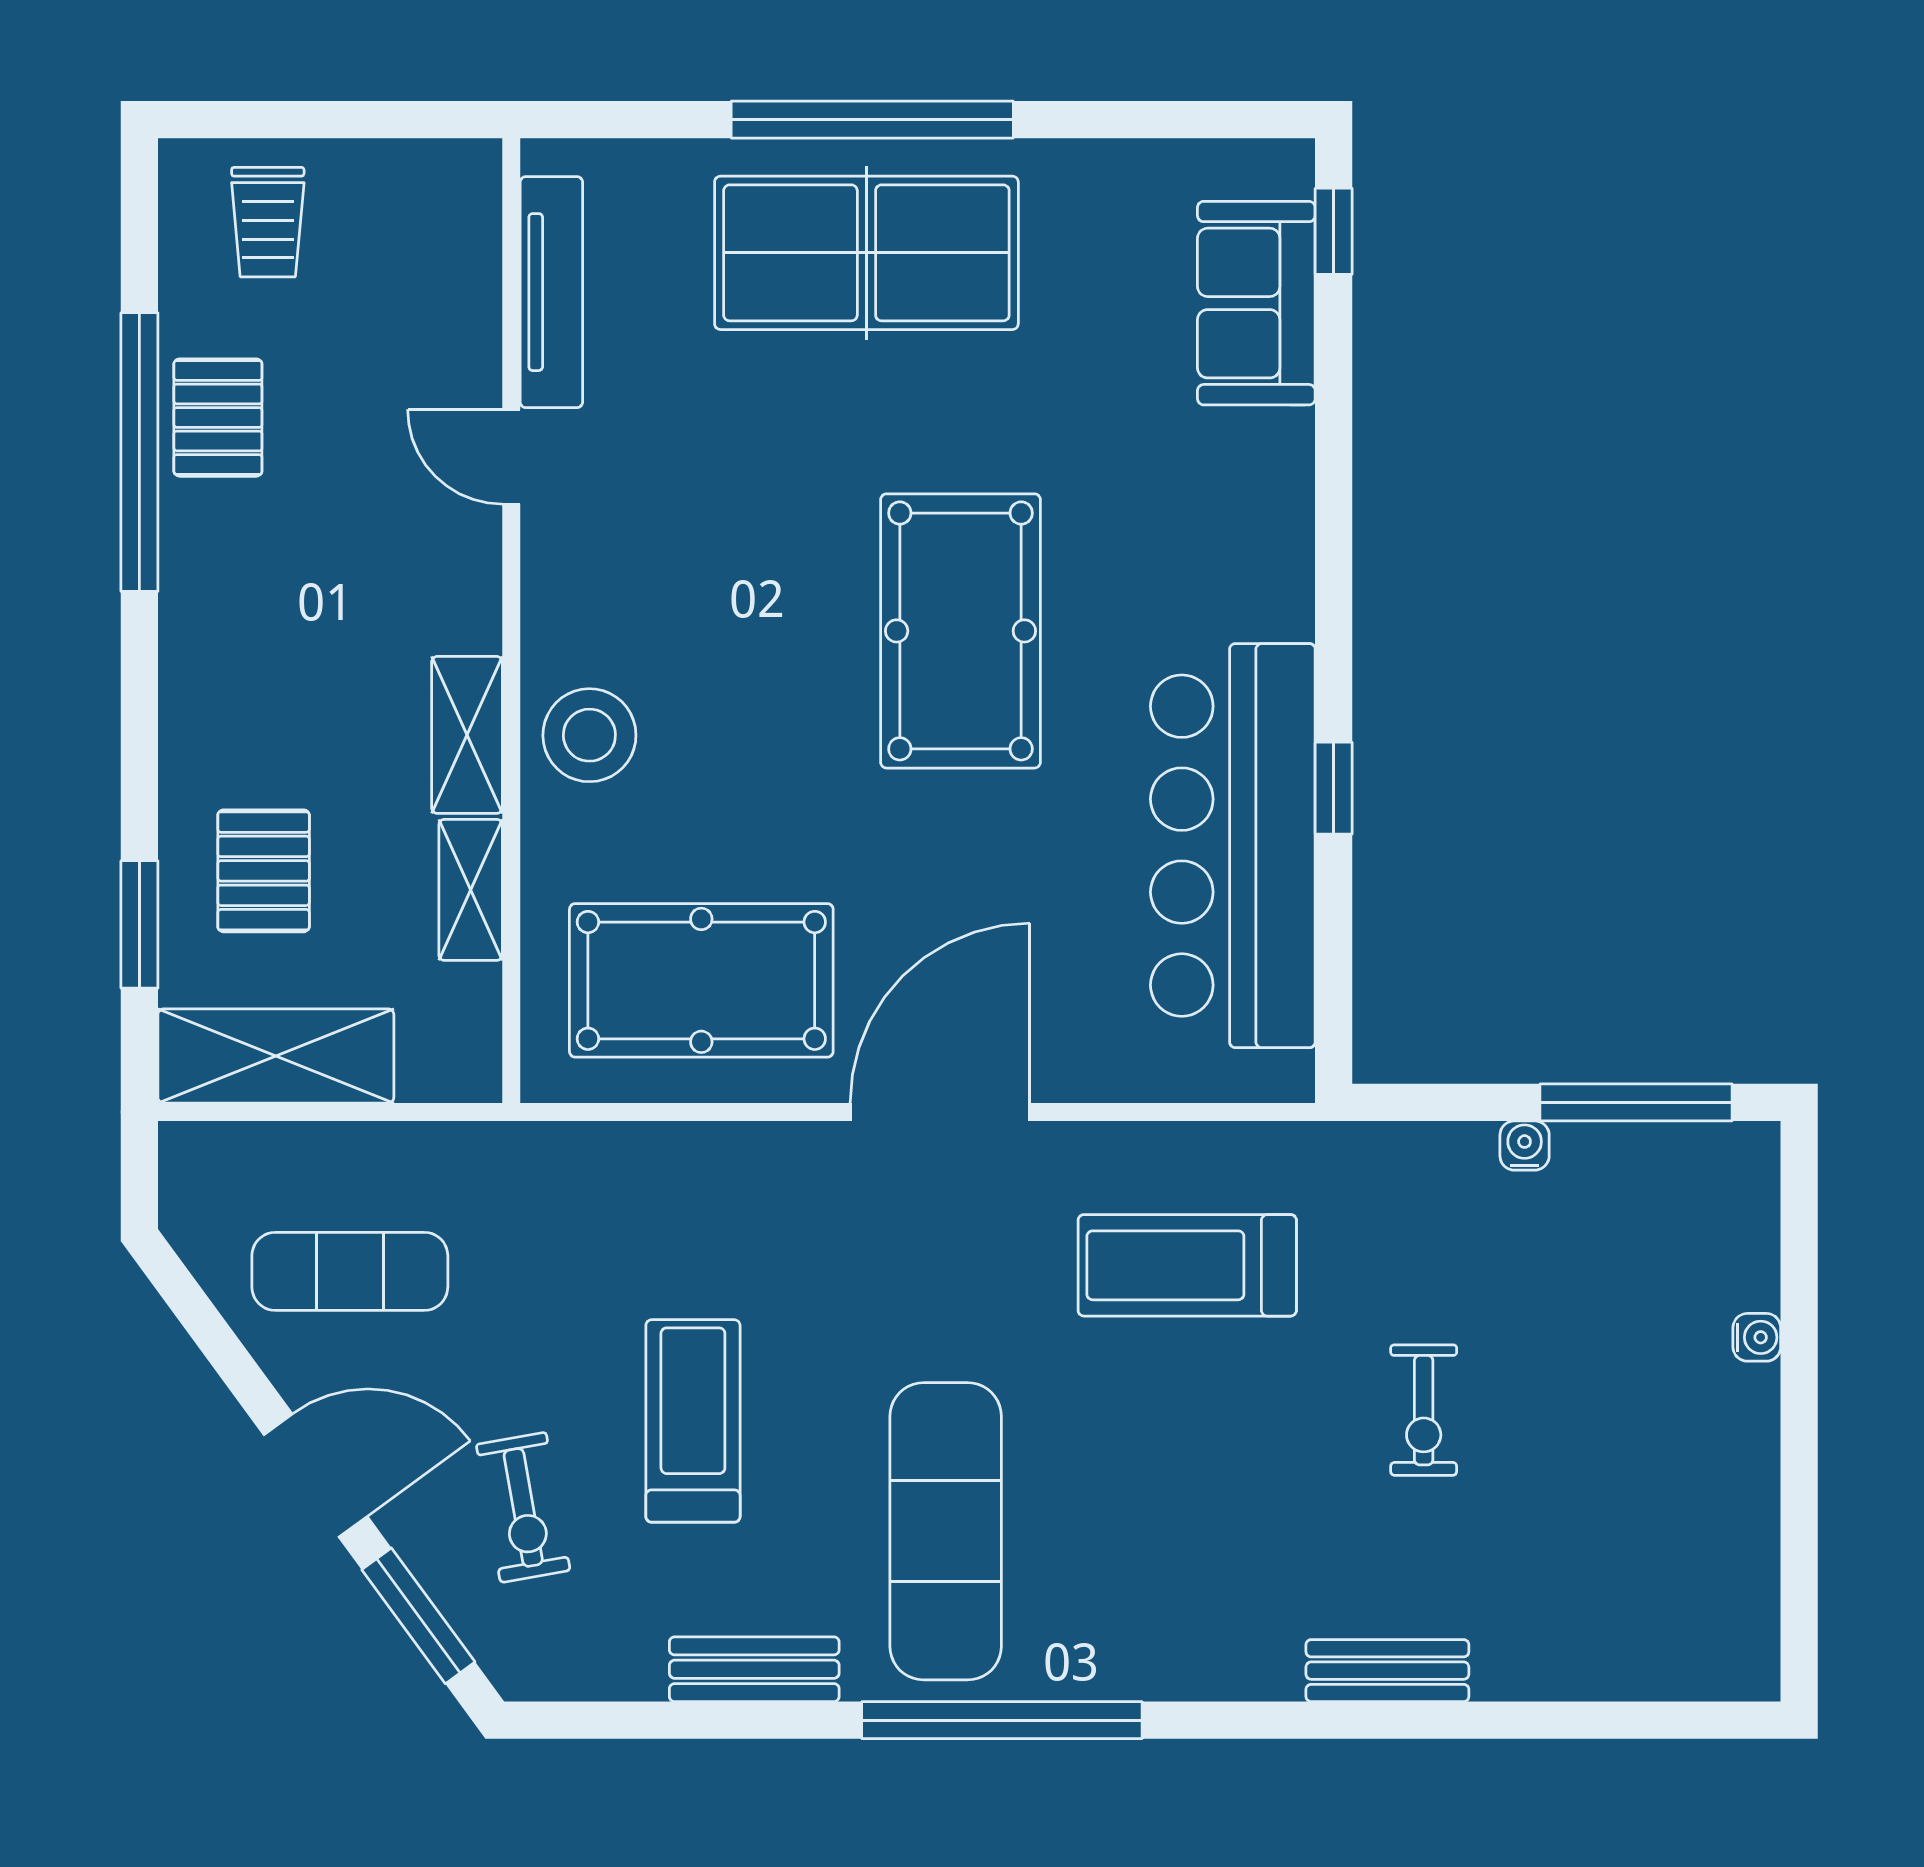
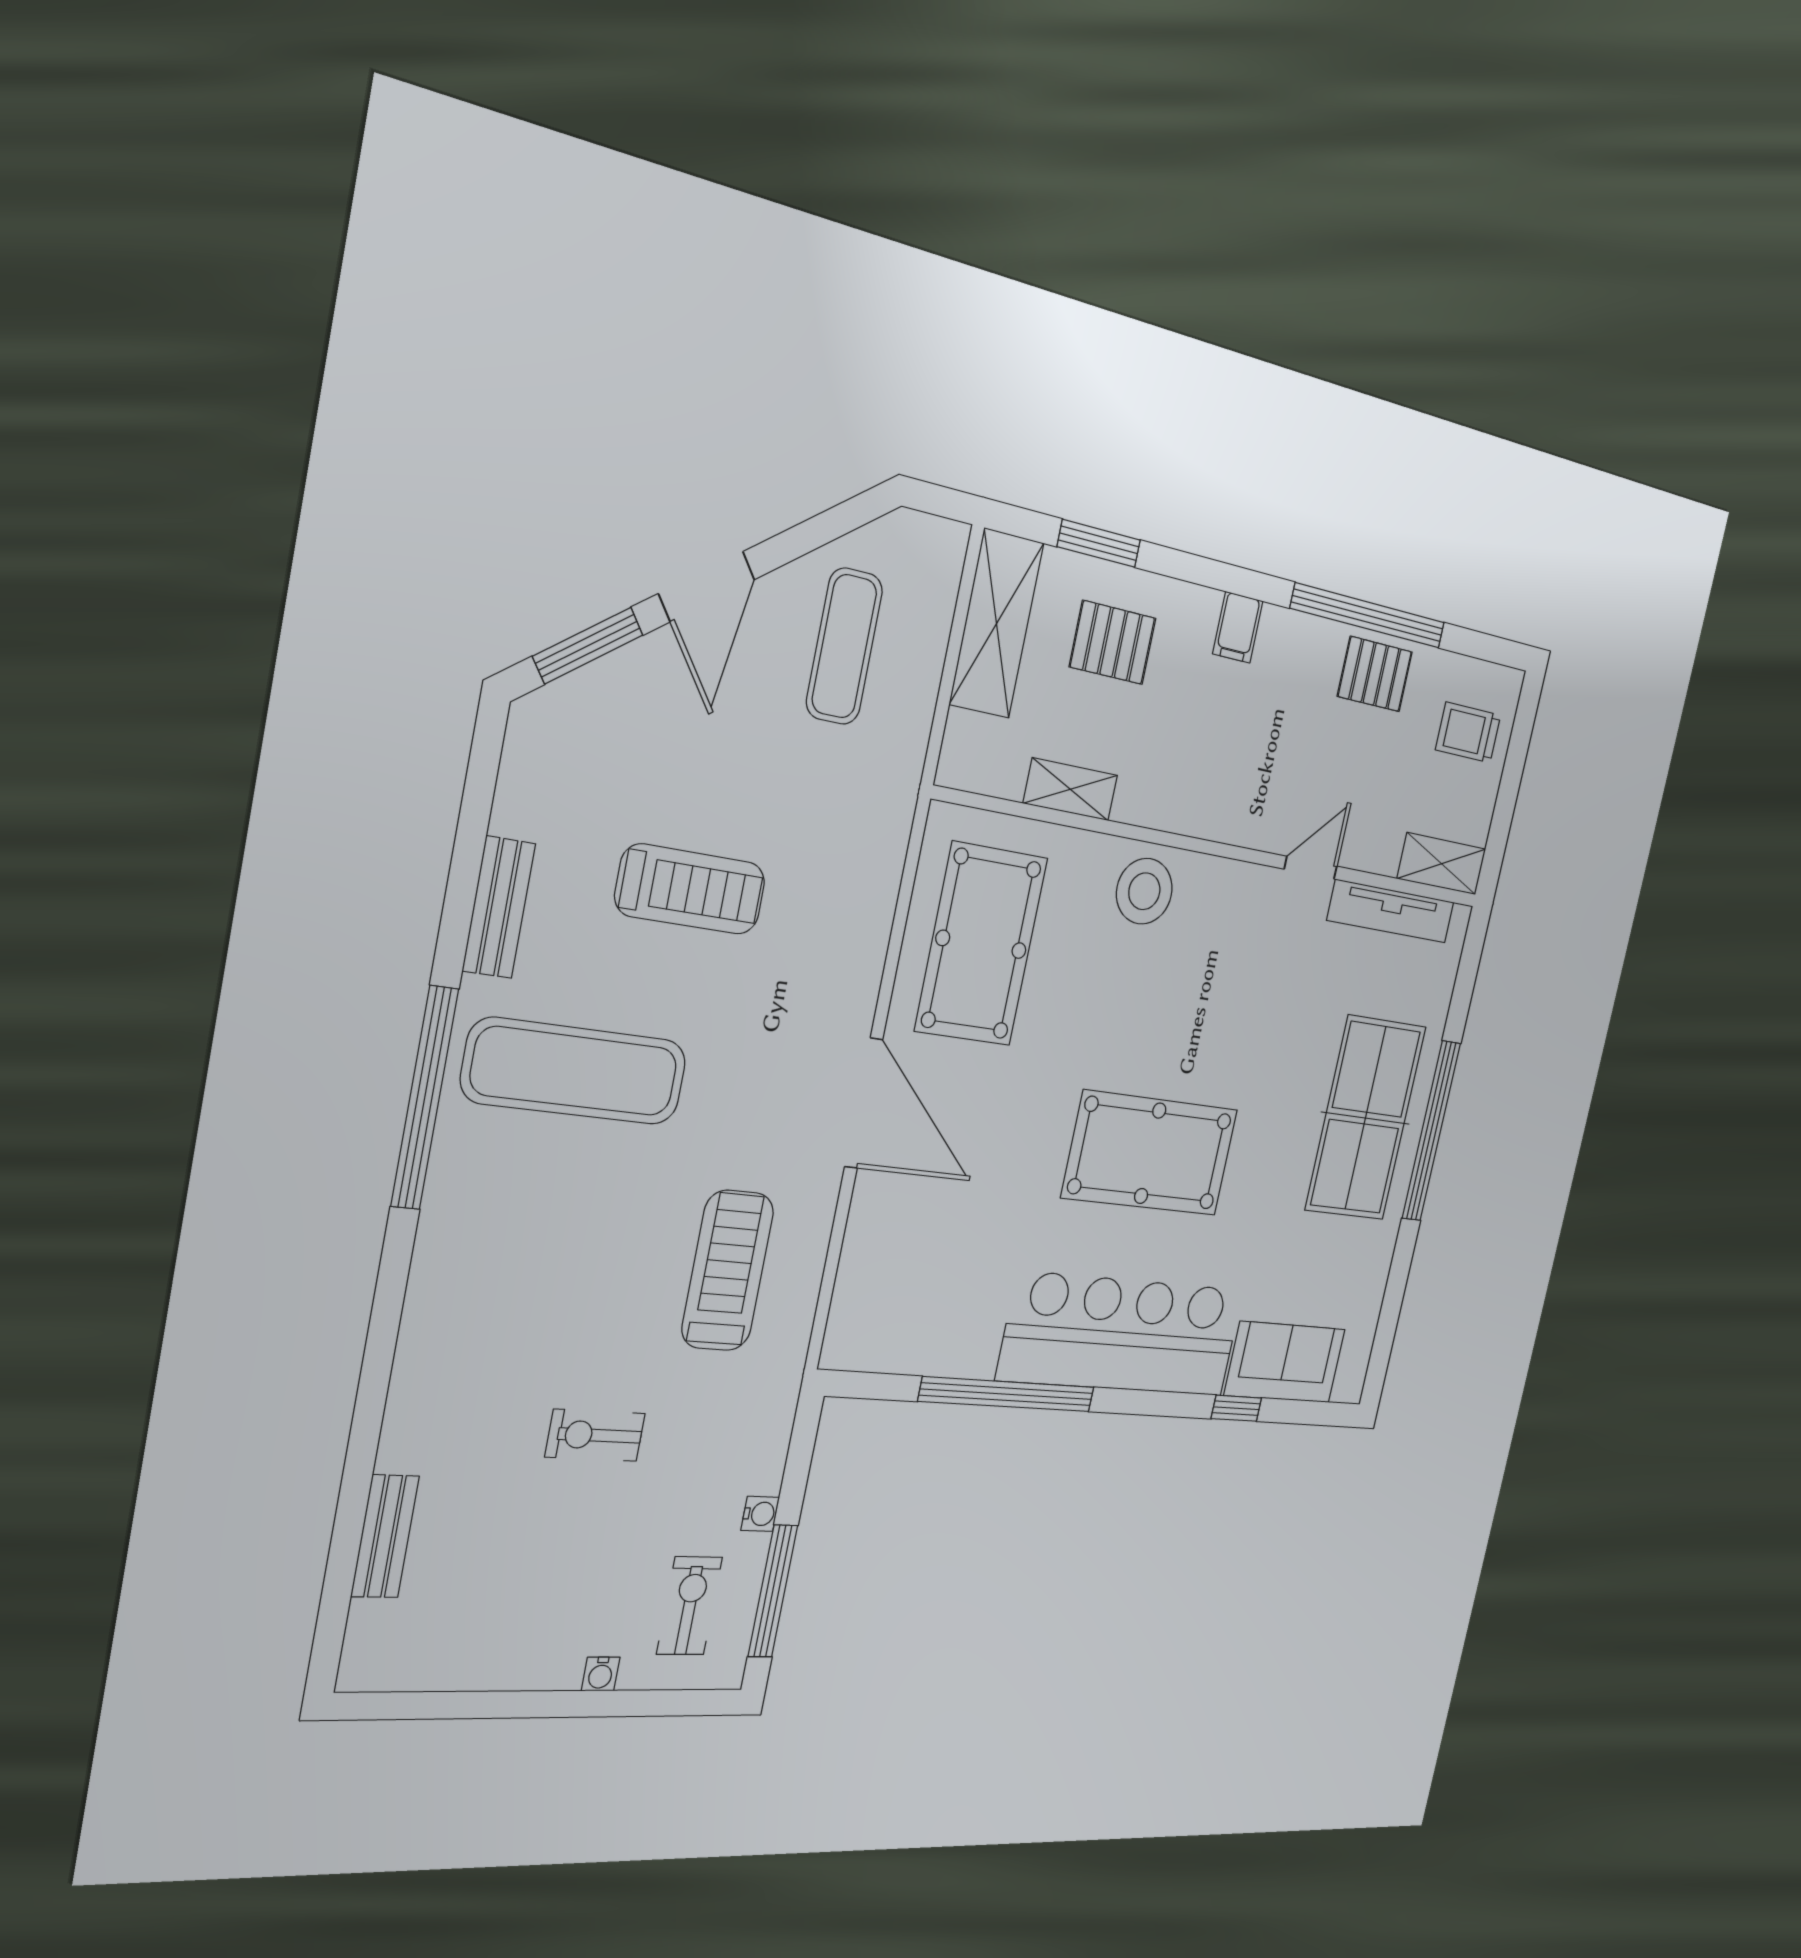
window: (1334, 231) -> (1236, 1408), moved
filing cabinet: (202, 672) -> (1238, 627), added
shelving: (467, 735) -> (1442, 864), moved
window: (1334, 788) -> (1007, 1394), width x3.17
bar counter: (1233, 846) -> (1122, 1335), moved
exercise bike: (523, 1507) -> (689, 1606), moved, turned 100
bench: (1387, 1671) -> (385, 1536), moved

